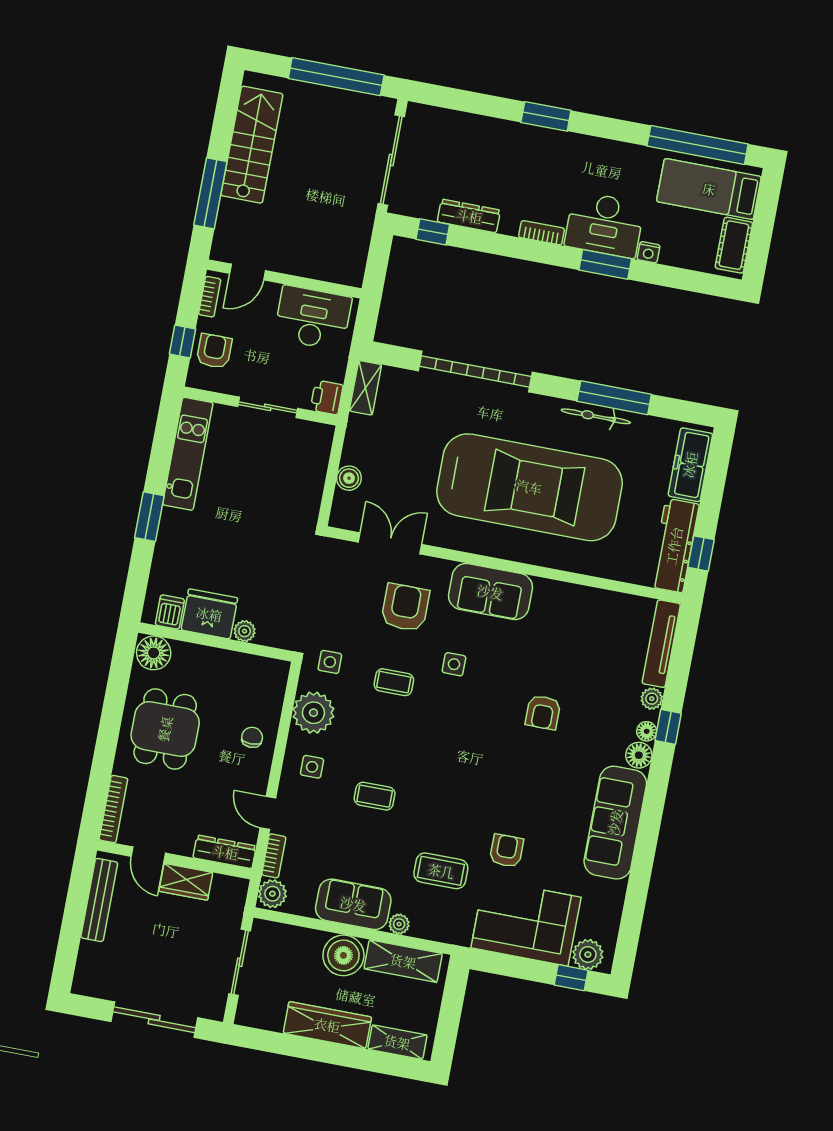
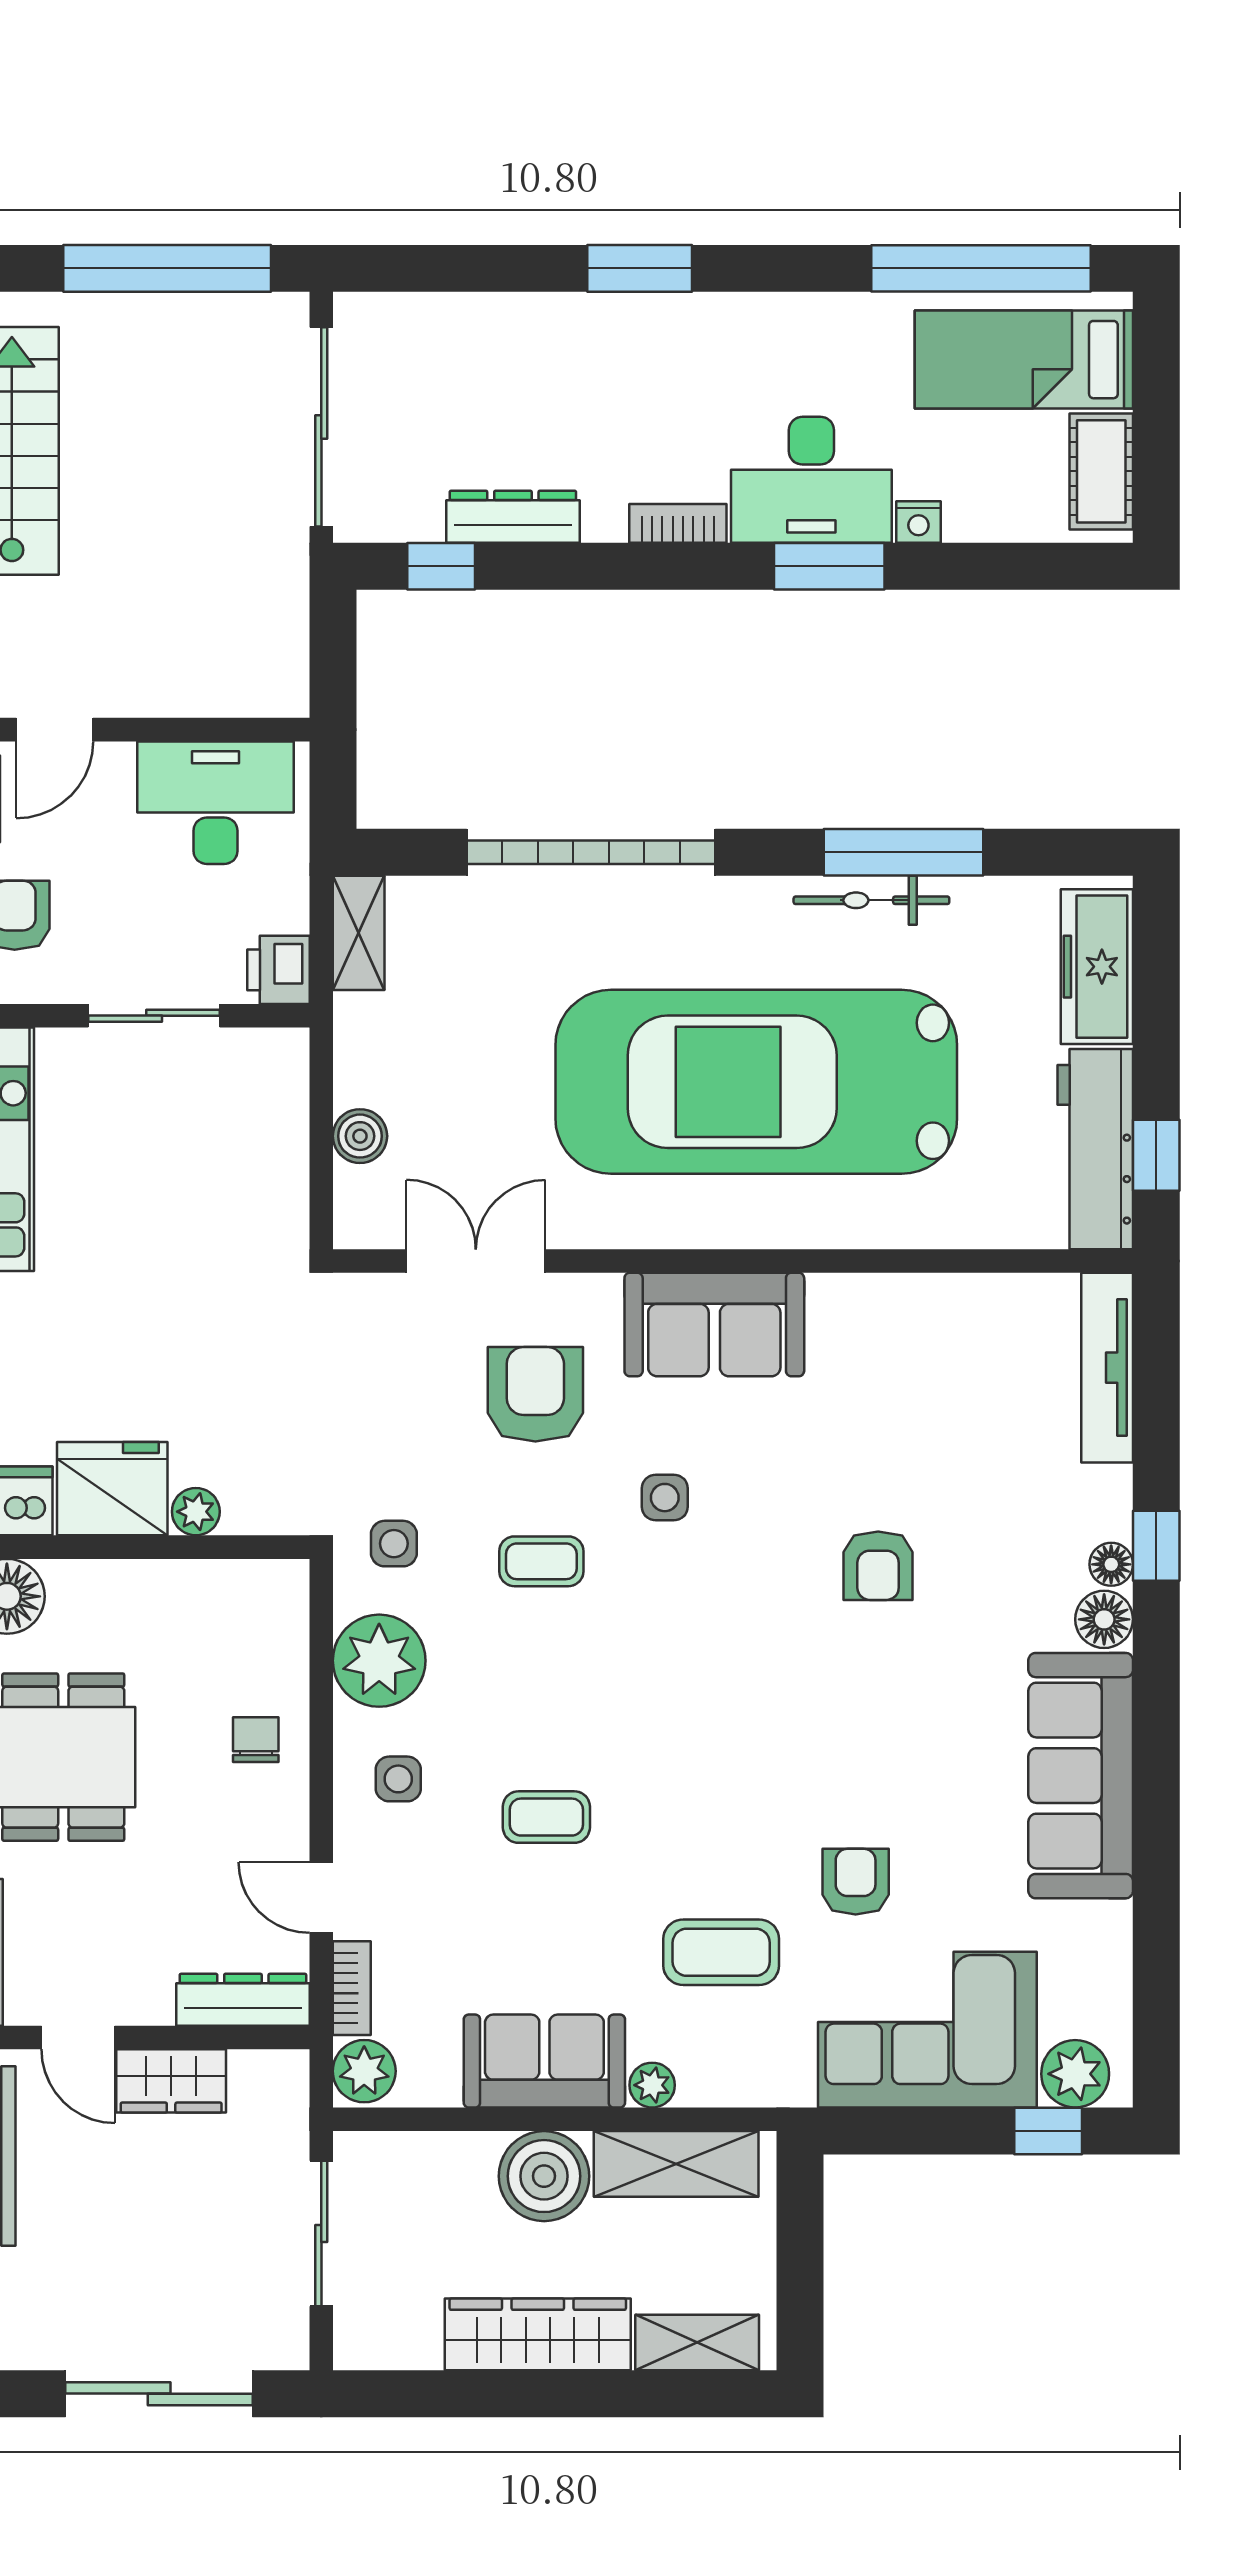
car: (529, 487) -> (756, 1082), turned 180
plant: (652, 699) -> (1109, 1491), removed

